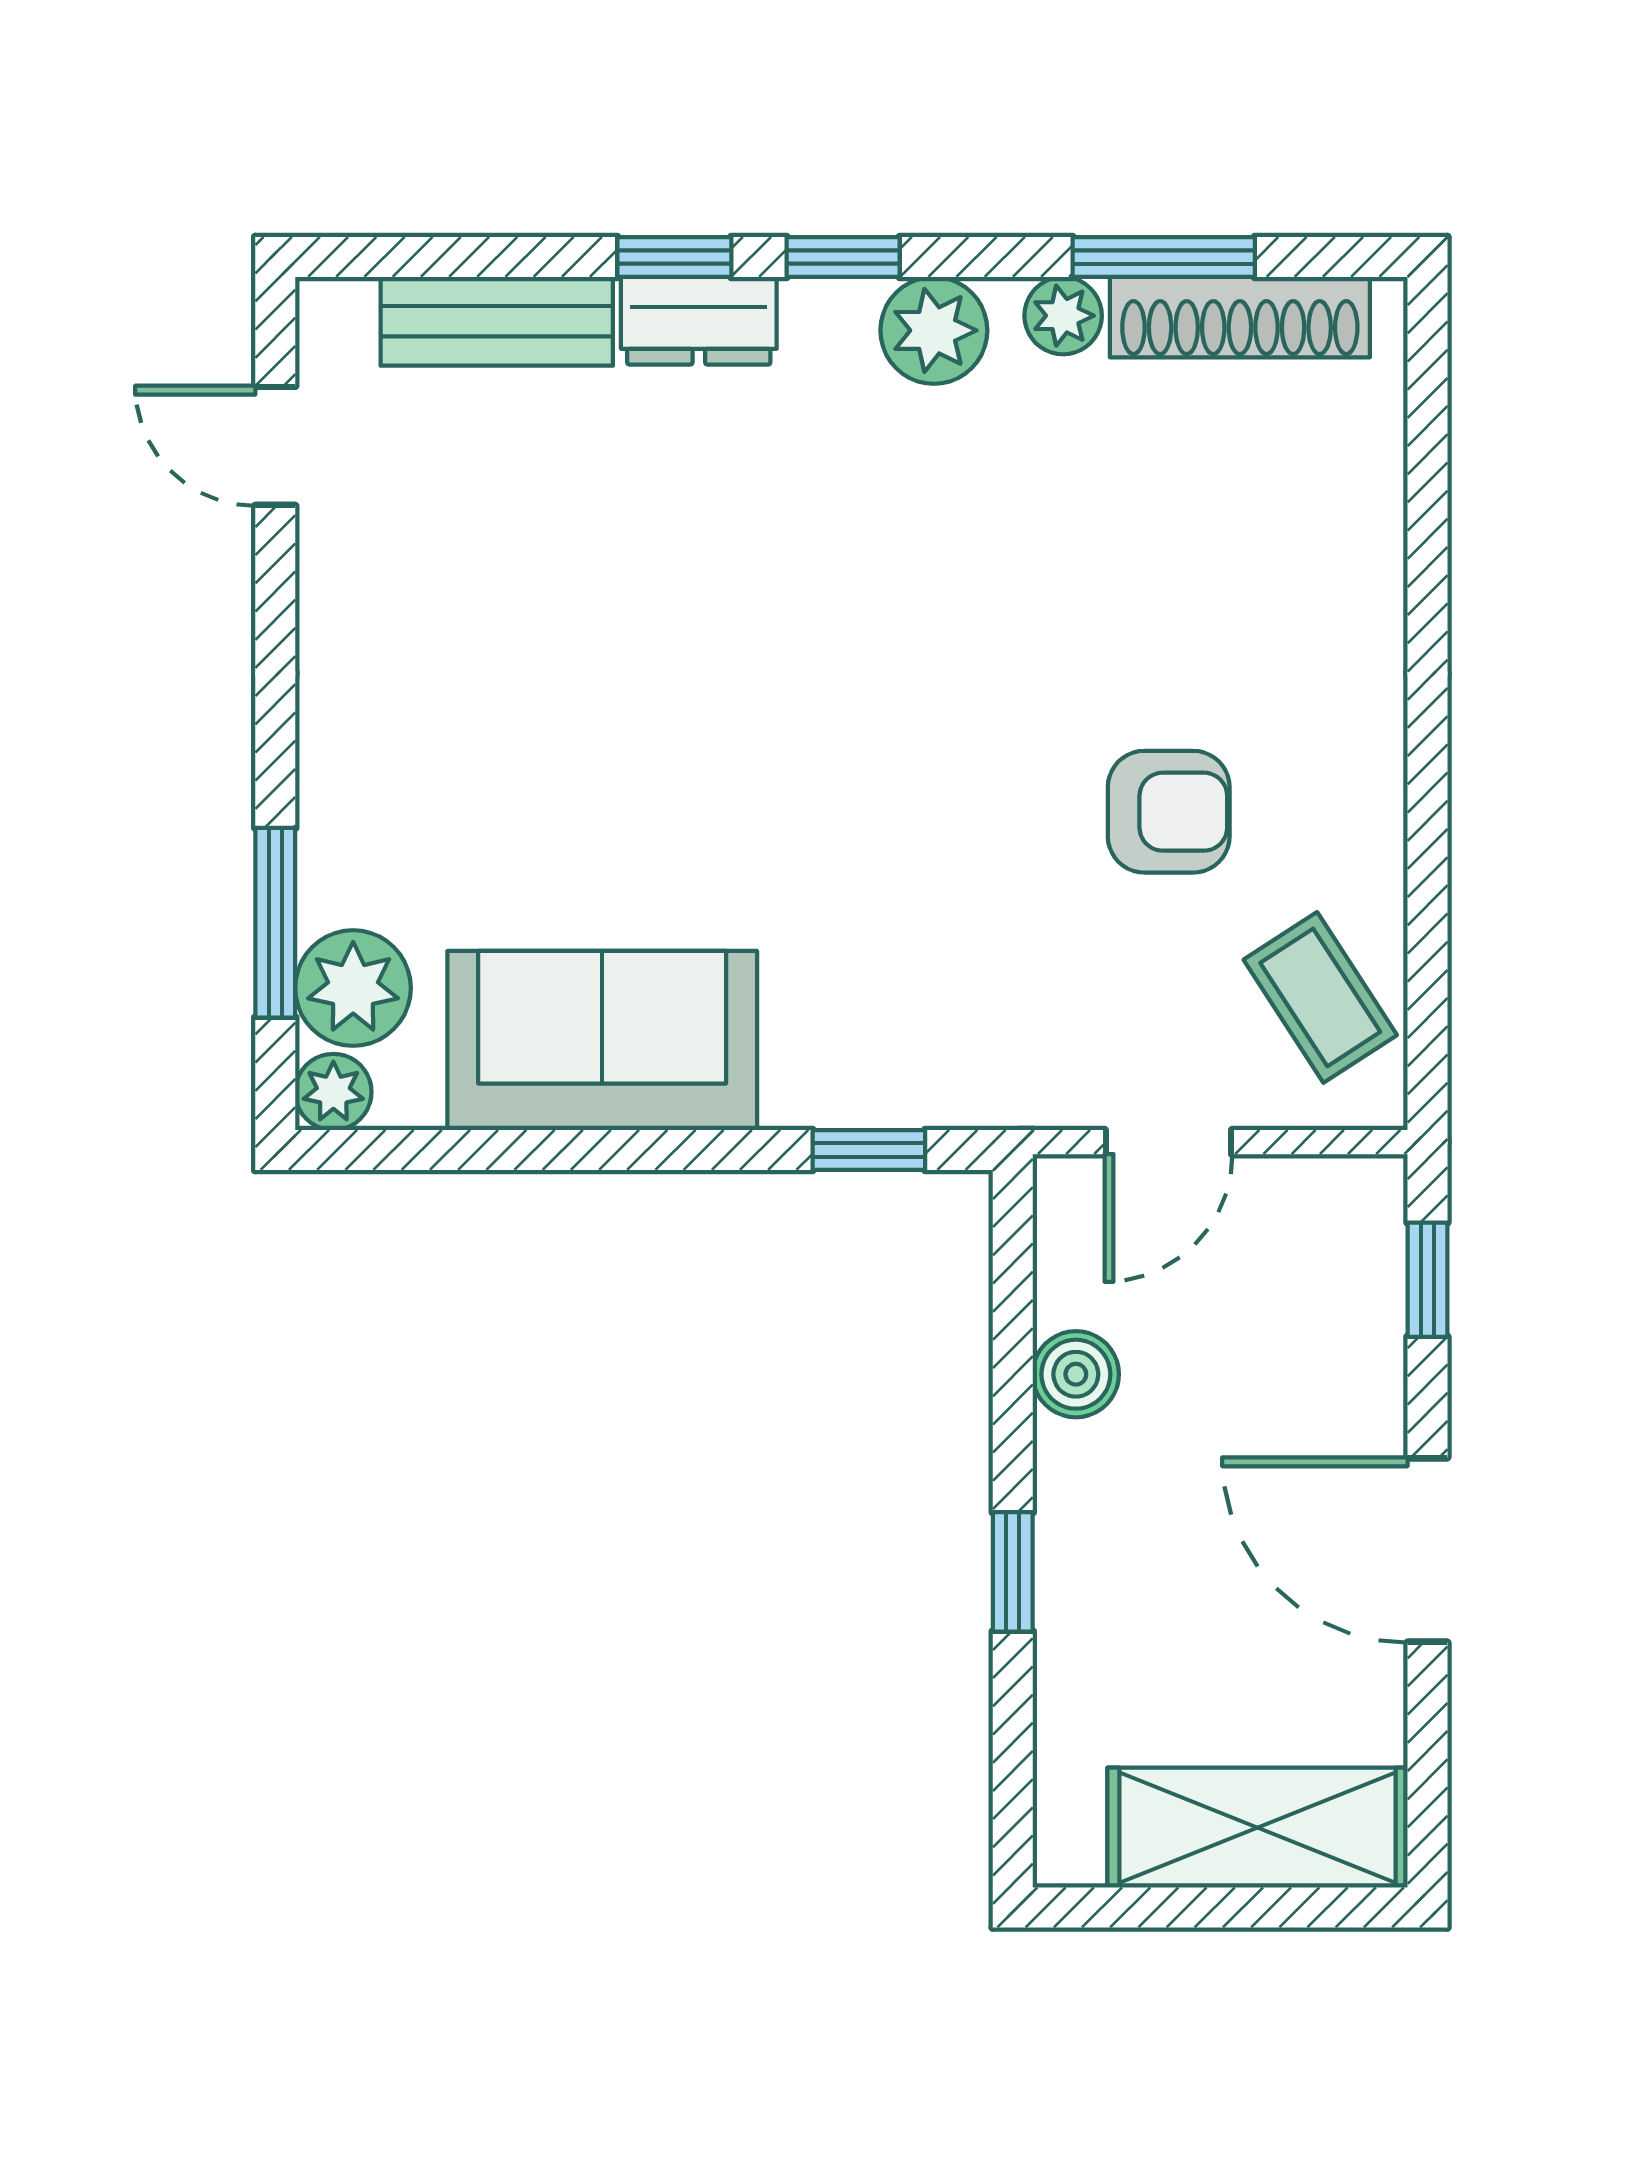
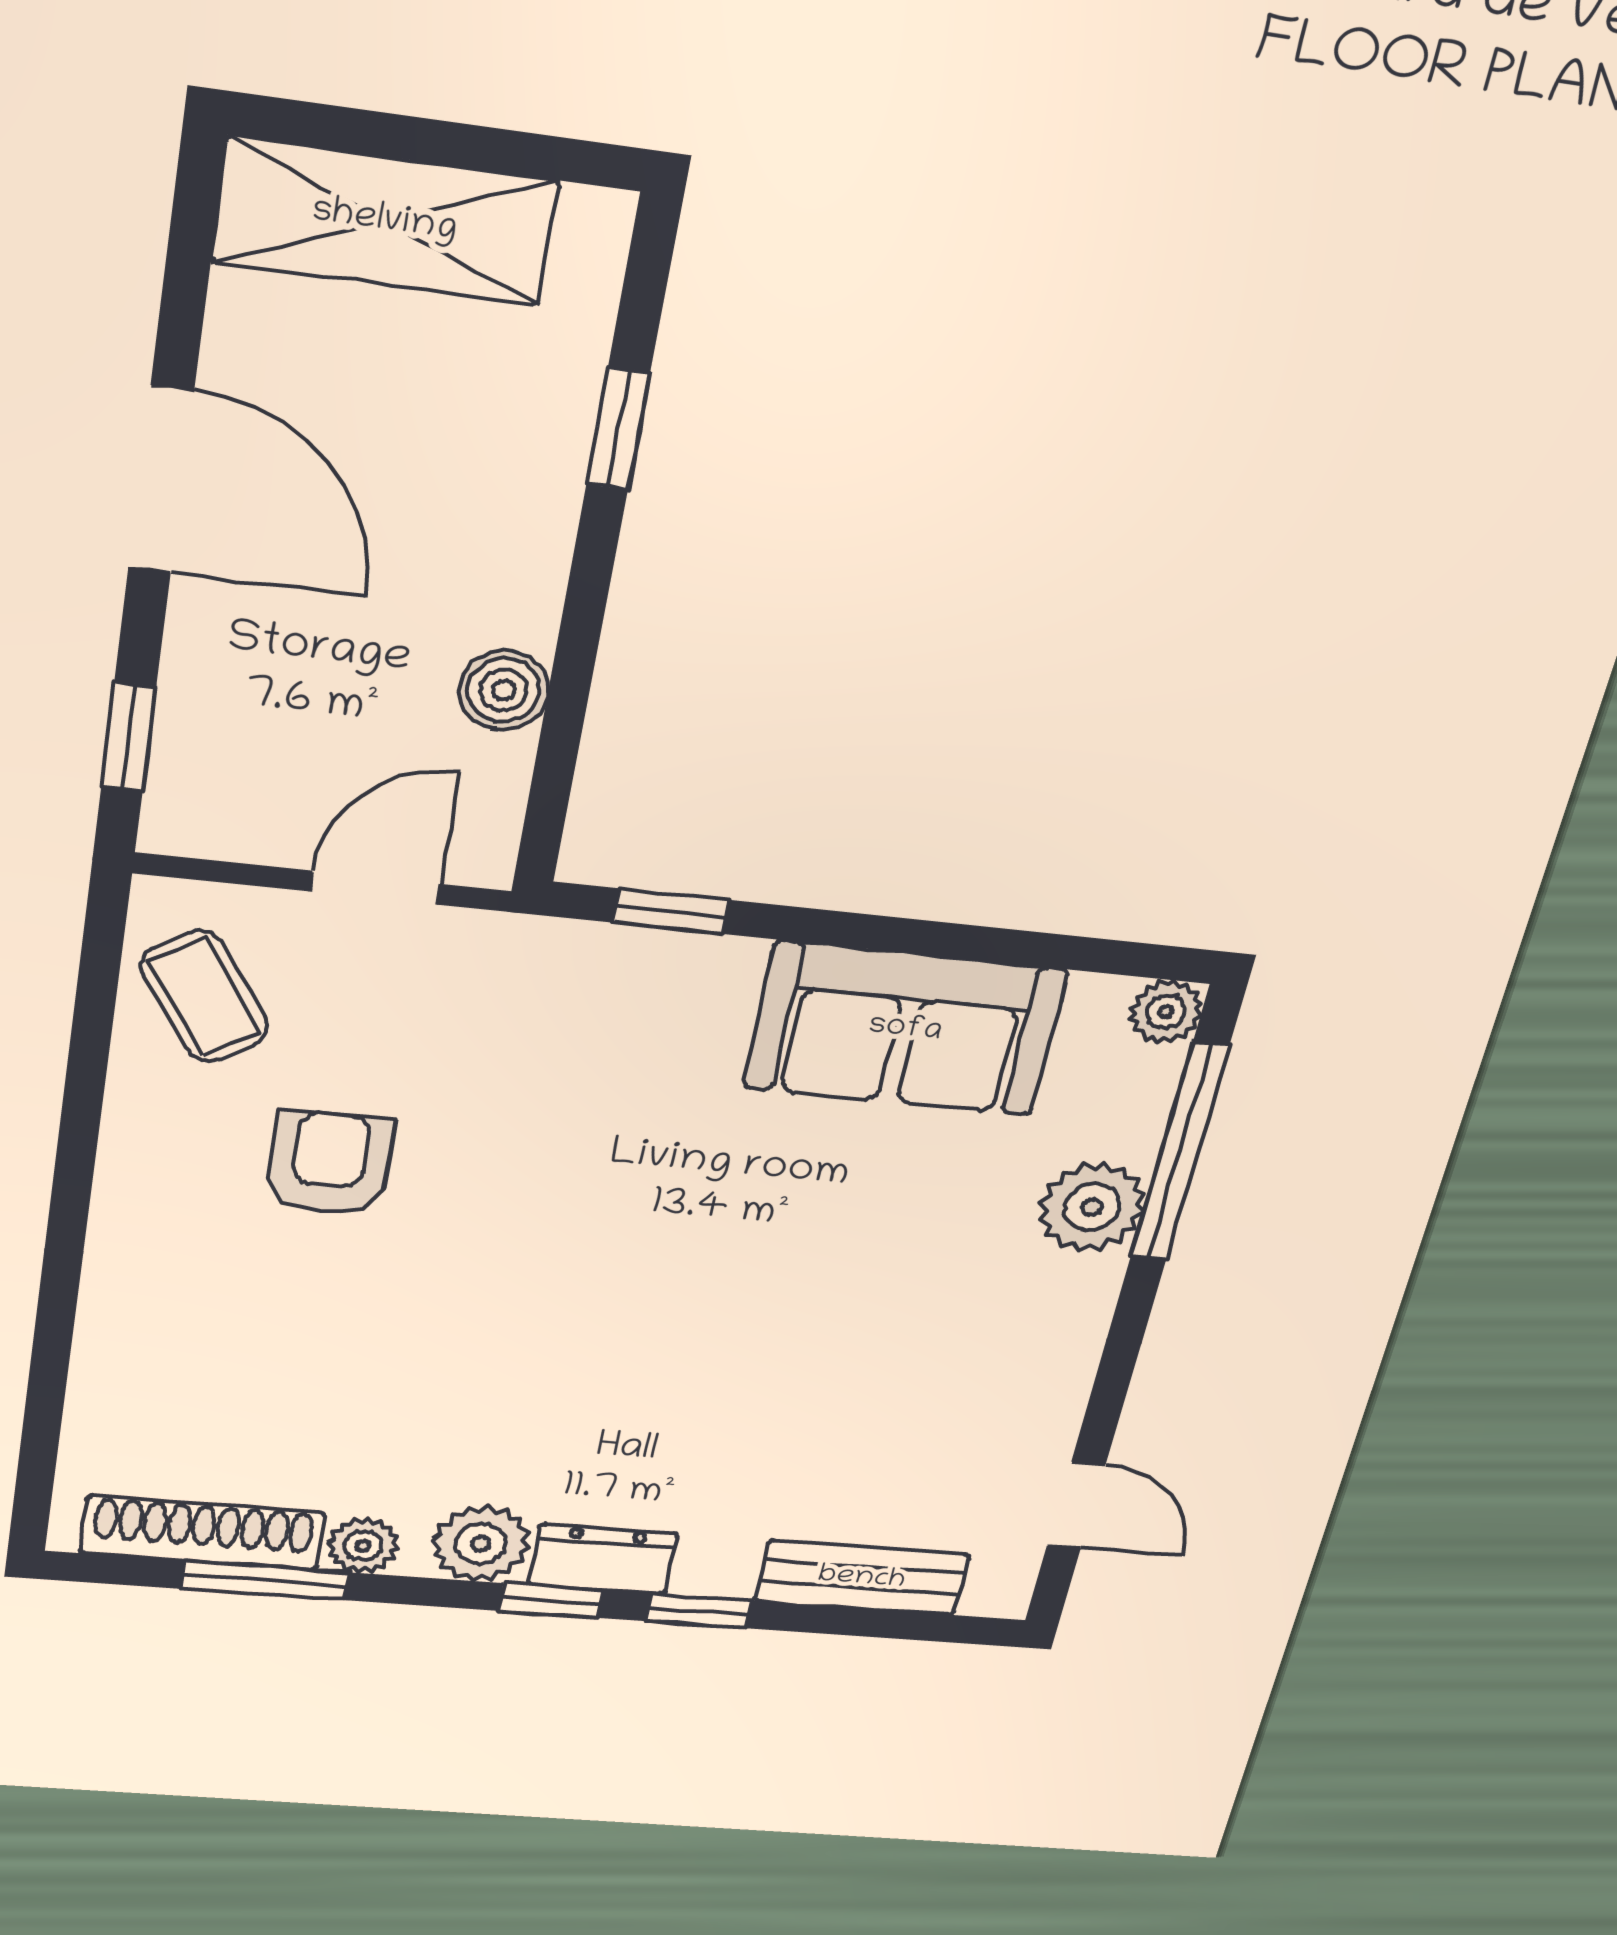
dresser: (699, 321) -> (603, 1559), moved
armchair: (1169, 812) -> (329, 1164), turned 90
window: (275, 923) -> (1179, 1152), width x1.44
plant: (353, 988) -> (1092, 1207), moved
window: (1013, 1572) -> (618, 429), moved

